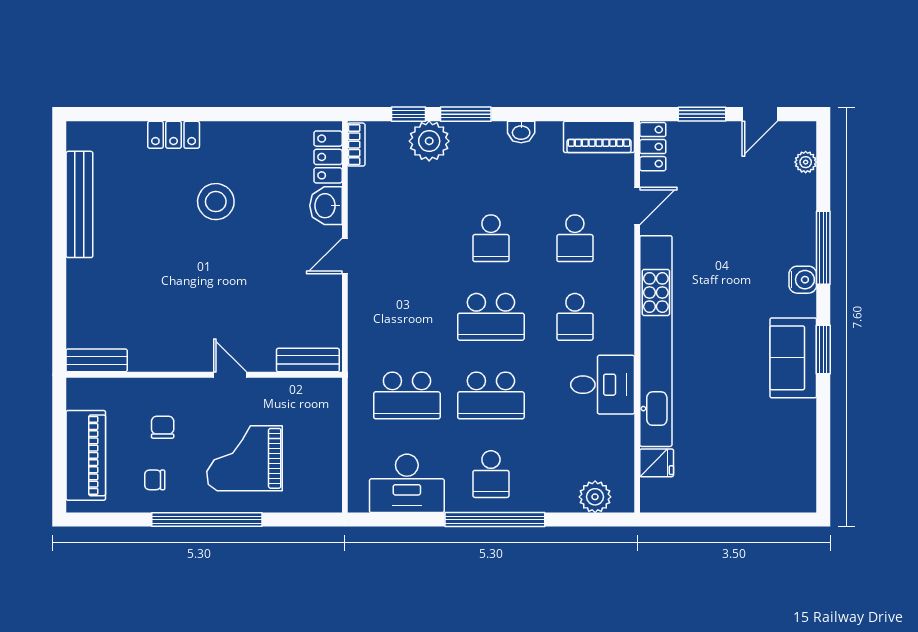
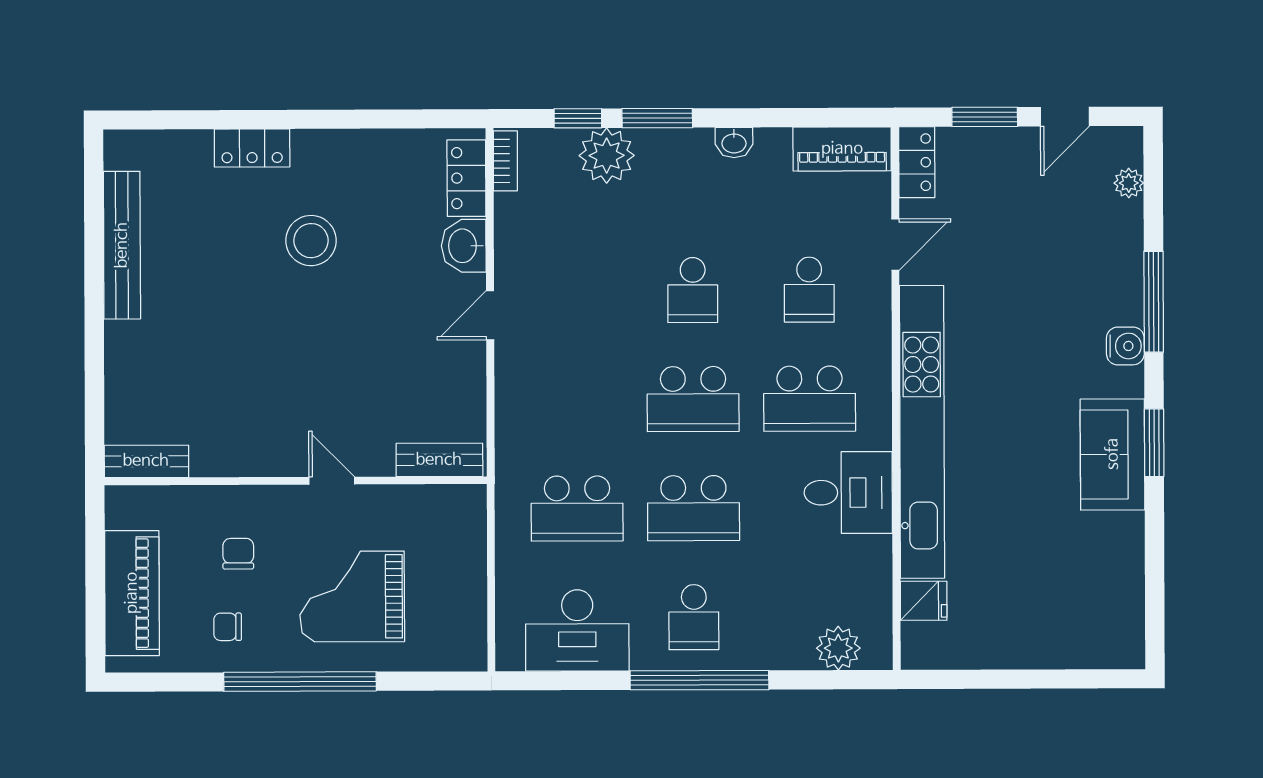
school desk: (575, 317) -> (810, 399), width x1.85

